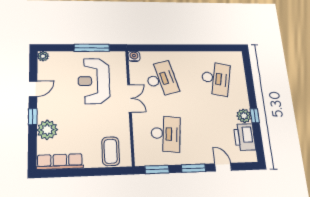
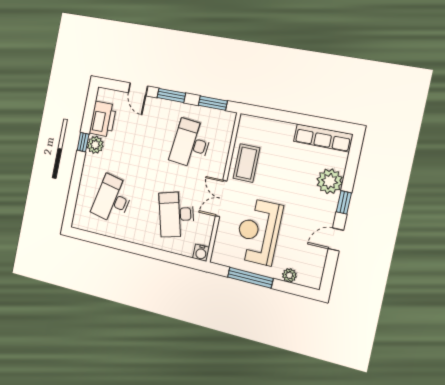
plant: (43, 56) -> (289, 275), moved
reception desk: (94, 81) -> (258, 232), turned 180
coffee table: (111, 151) -> (246, 163), moved

